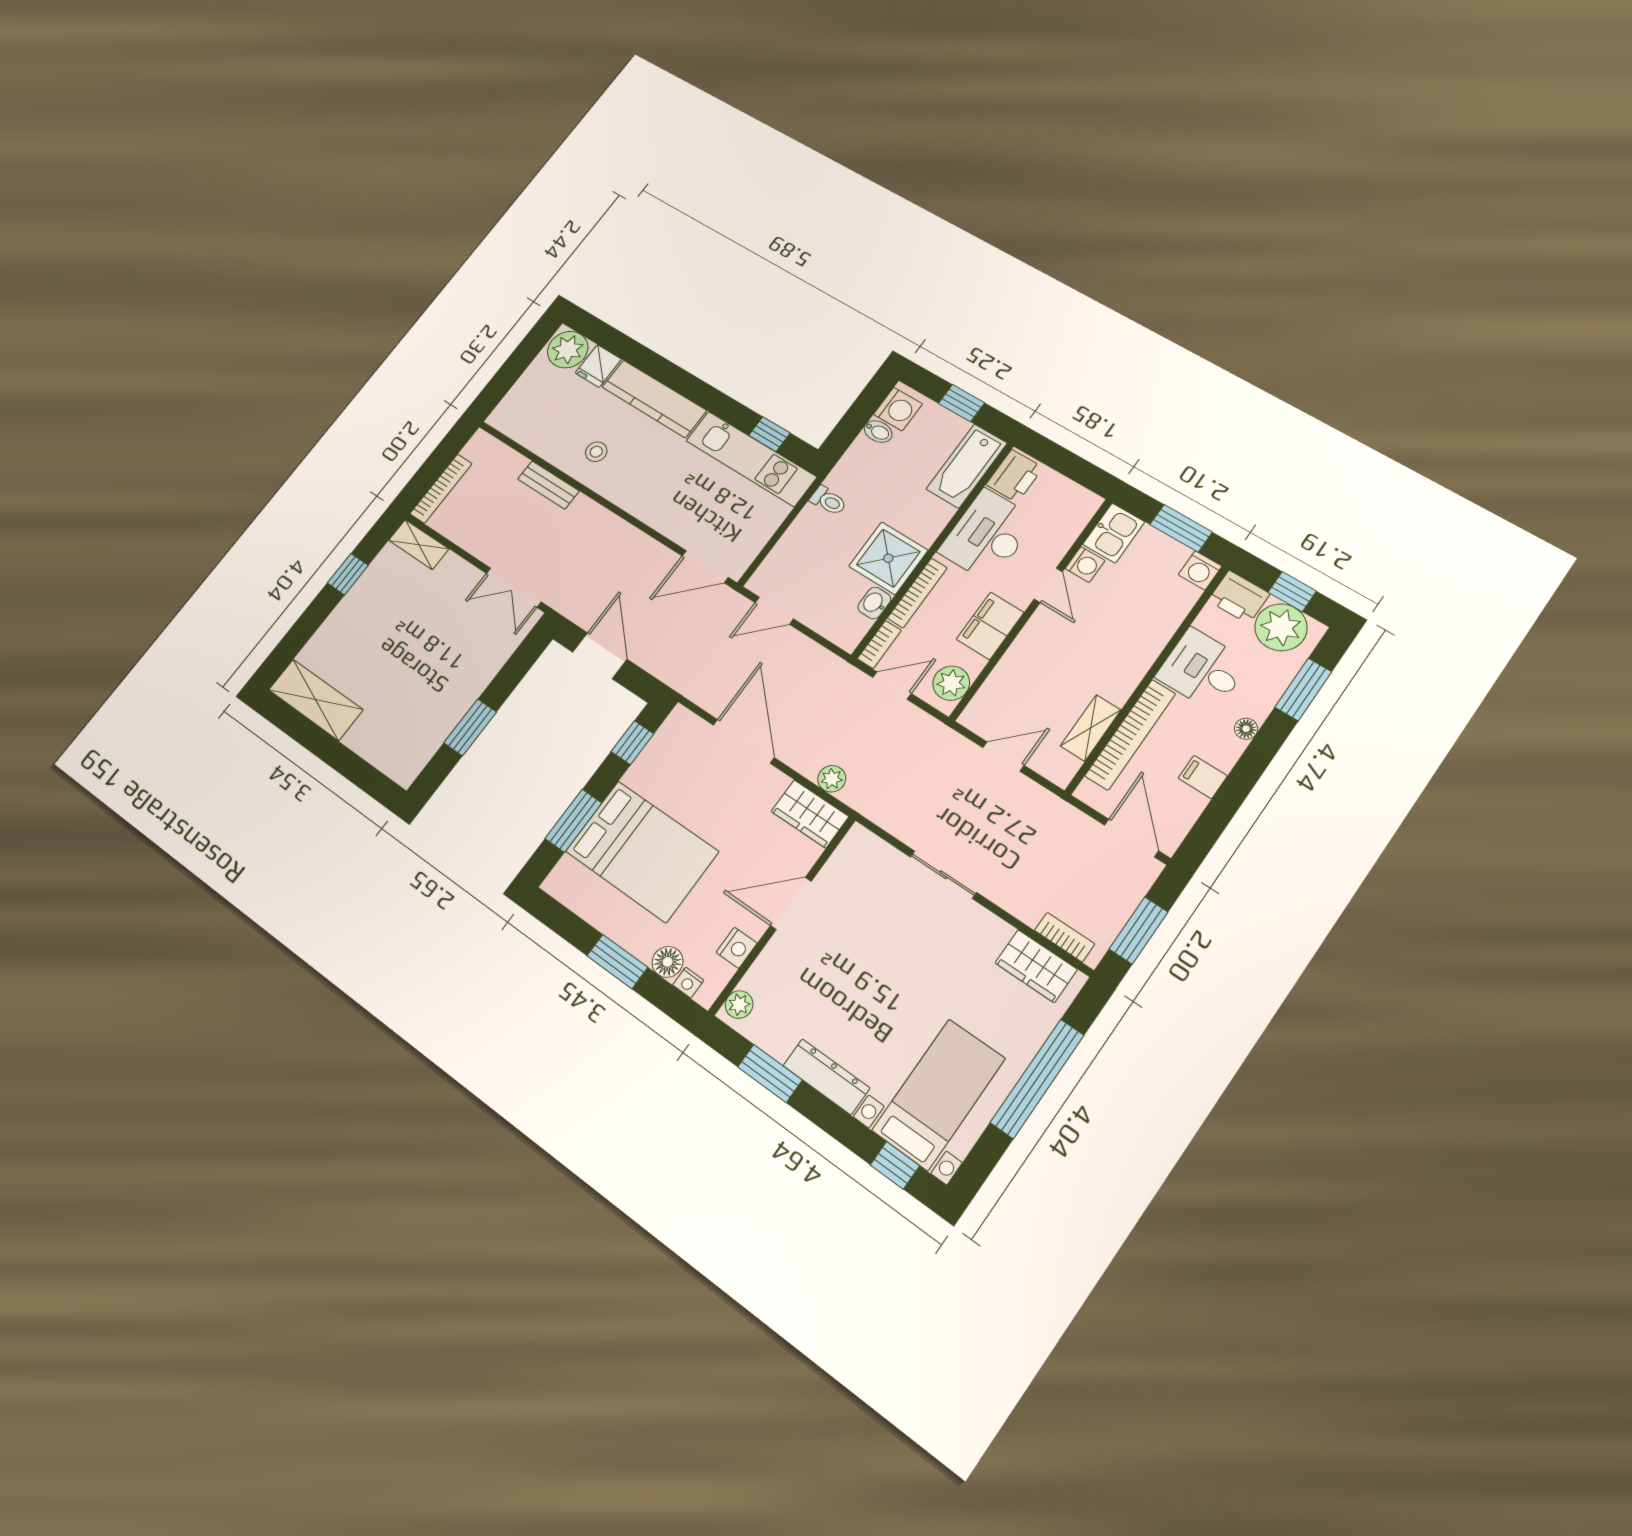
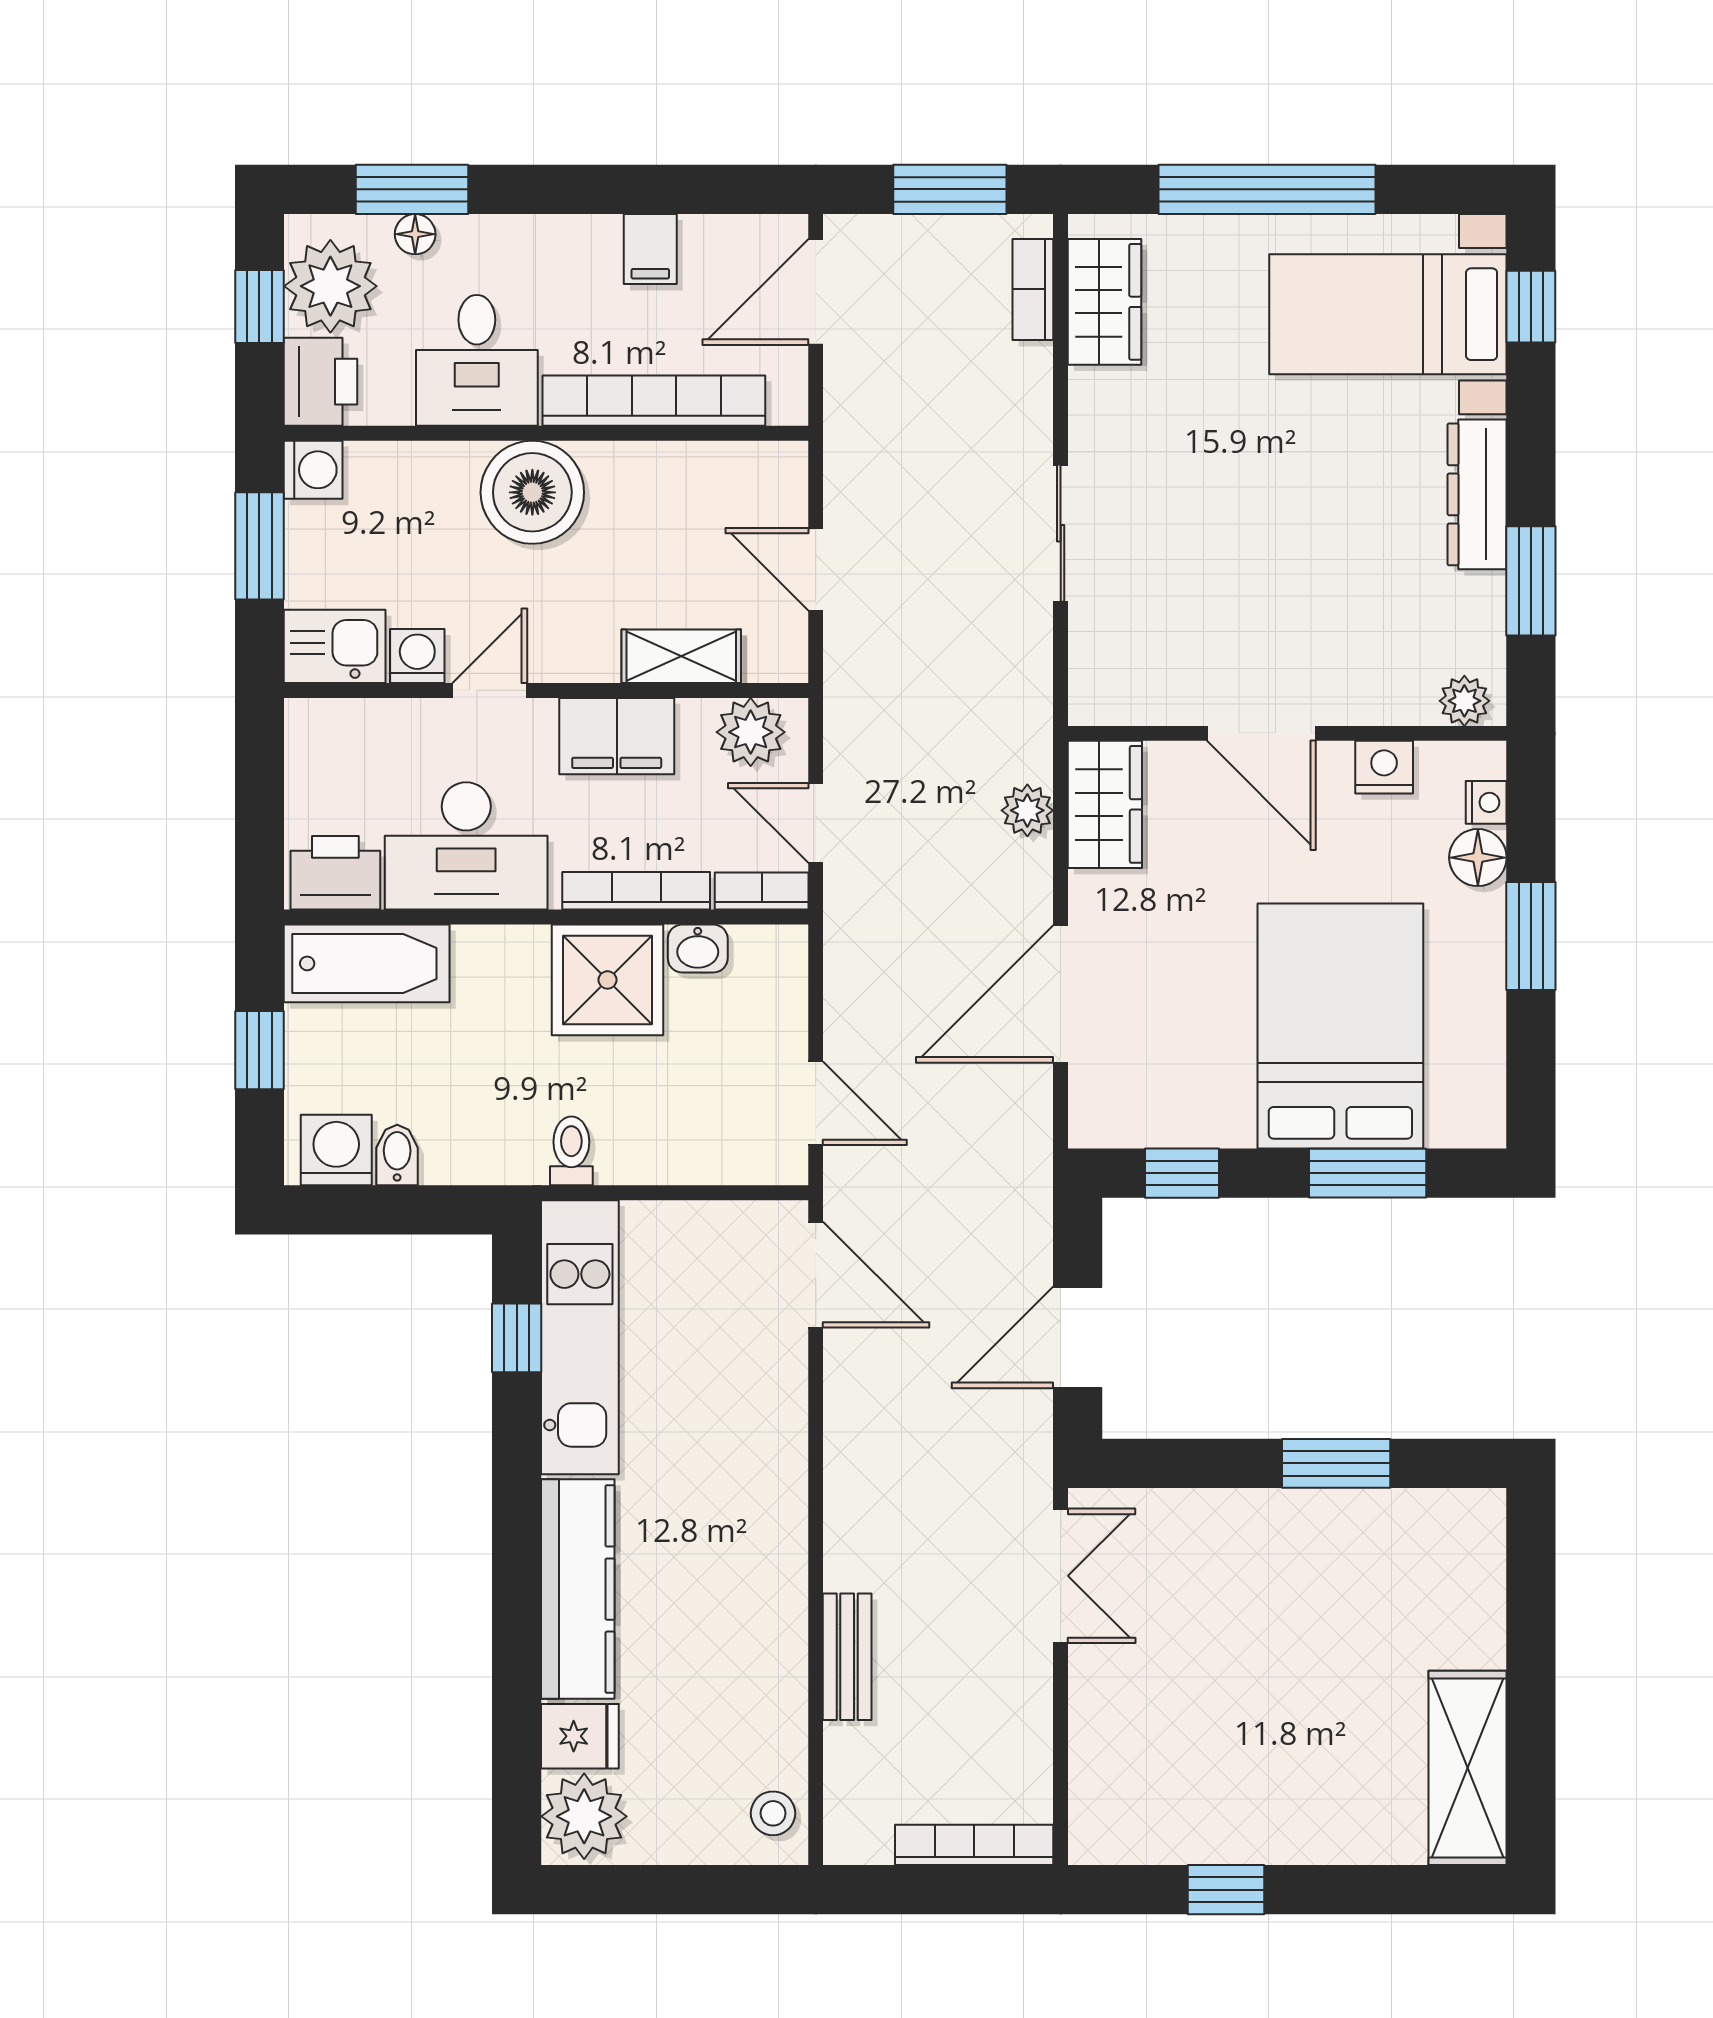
stool: (596, 452) -> (773, 1813), moved
shelving: (419, 545) -> (1095, 1805), removed
boiler: (1125, 657) -> (532, 492), added
shelving: (1091, 728) -> (681, 656), moved
floor lamp: (1246, 729) -> (415, 234), moved

